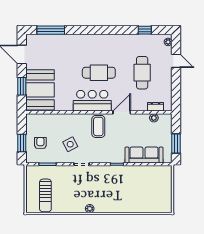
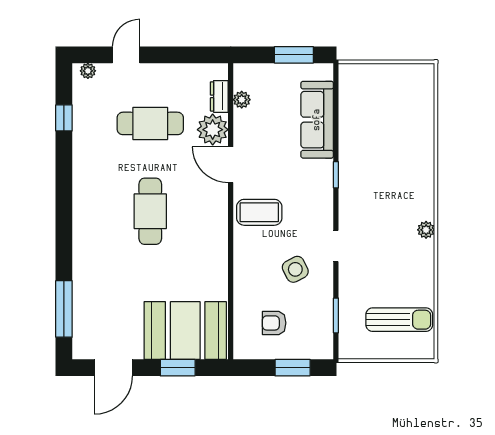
bar counter: (92, 101) -> (207, 225), removed
plant: (139, 103) -> (213, 130), added
armchair: (40, 143) -> (274, 323), moved

